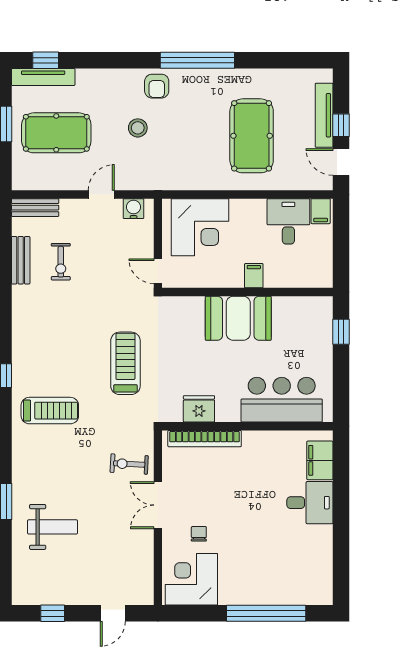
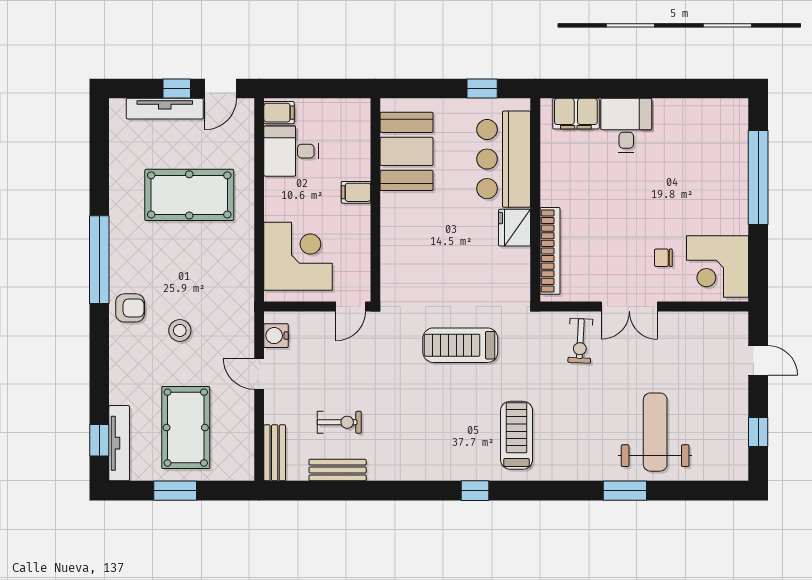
booth: (238, 318) -> (407, 151), moved
window: (341, 332) -> (482, 89), moved
fridge: (199, 409) -> (515, 228), moved
weight bench: (53, 527) -> (655, 432), width x1.36, depth x1.33

